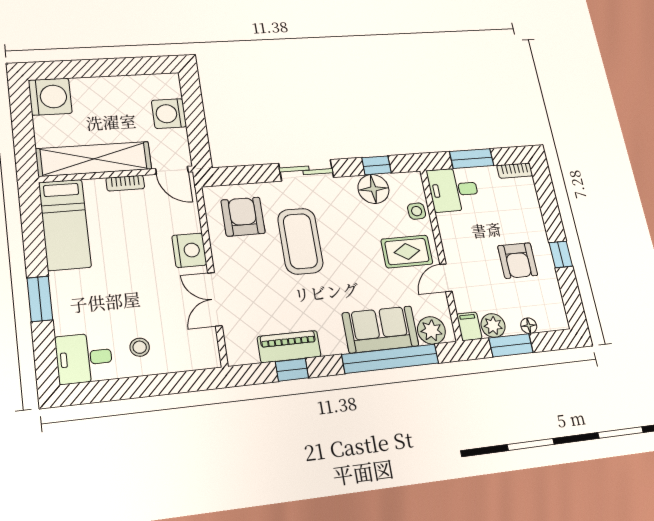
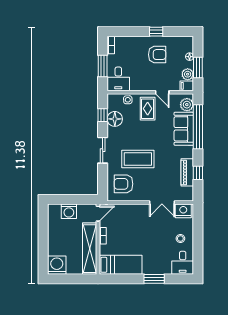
nightstand: (189, 250) -> (183, 211), moved

